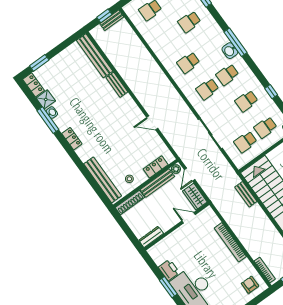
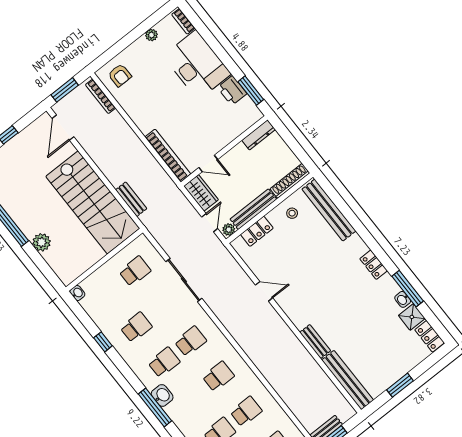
window: (39, 63) -> (400, 385), moved
school desk: (265, 127) -> (246, 411), moved
bookcase: (230, 242) -> (168, 156), moved
window: (168, 287) -> (251, 91), moved

